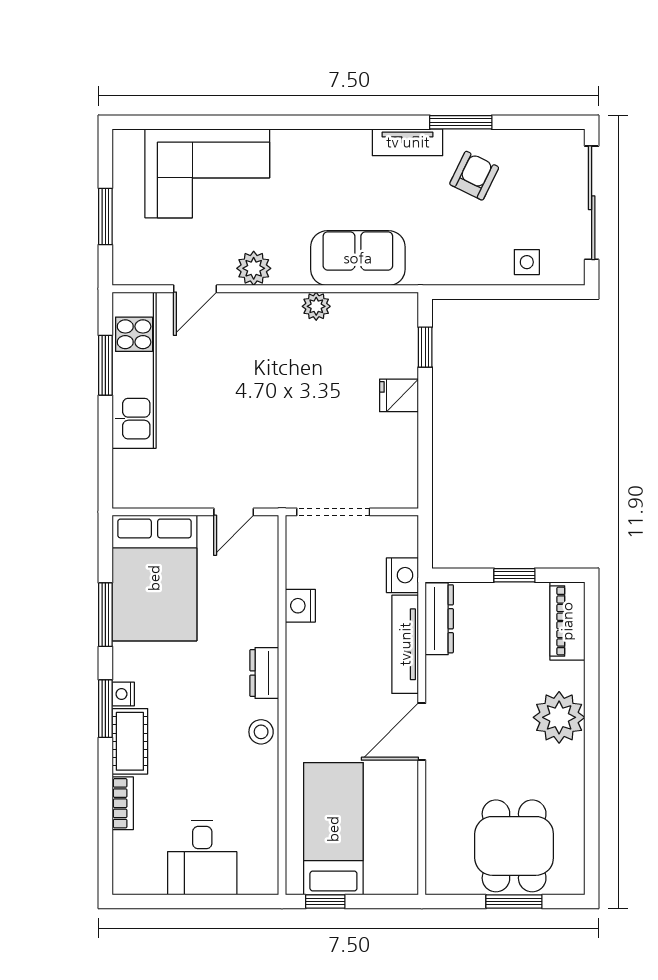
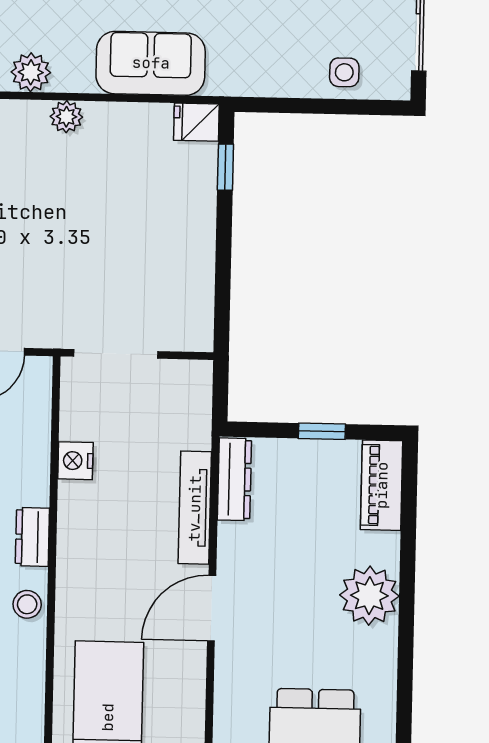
plant: (316, 306) -> (66, 117), moved
fridge: (399, 395) -> (196, 122), moved
nightstand: (402, 575) -> (193, 428), removed

